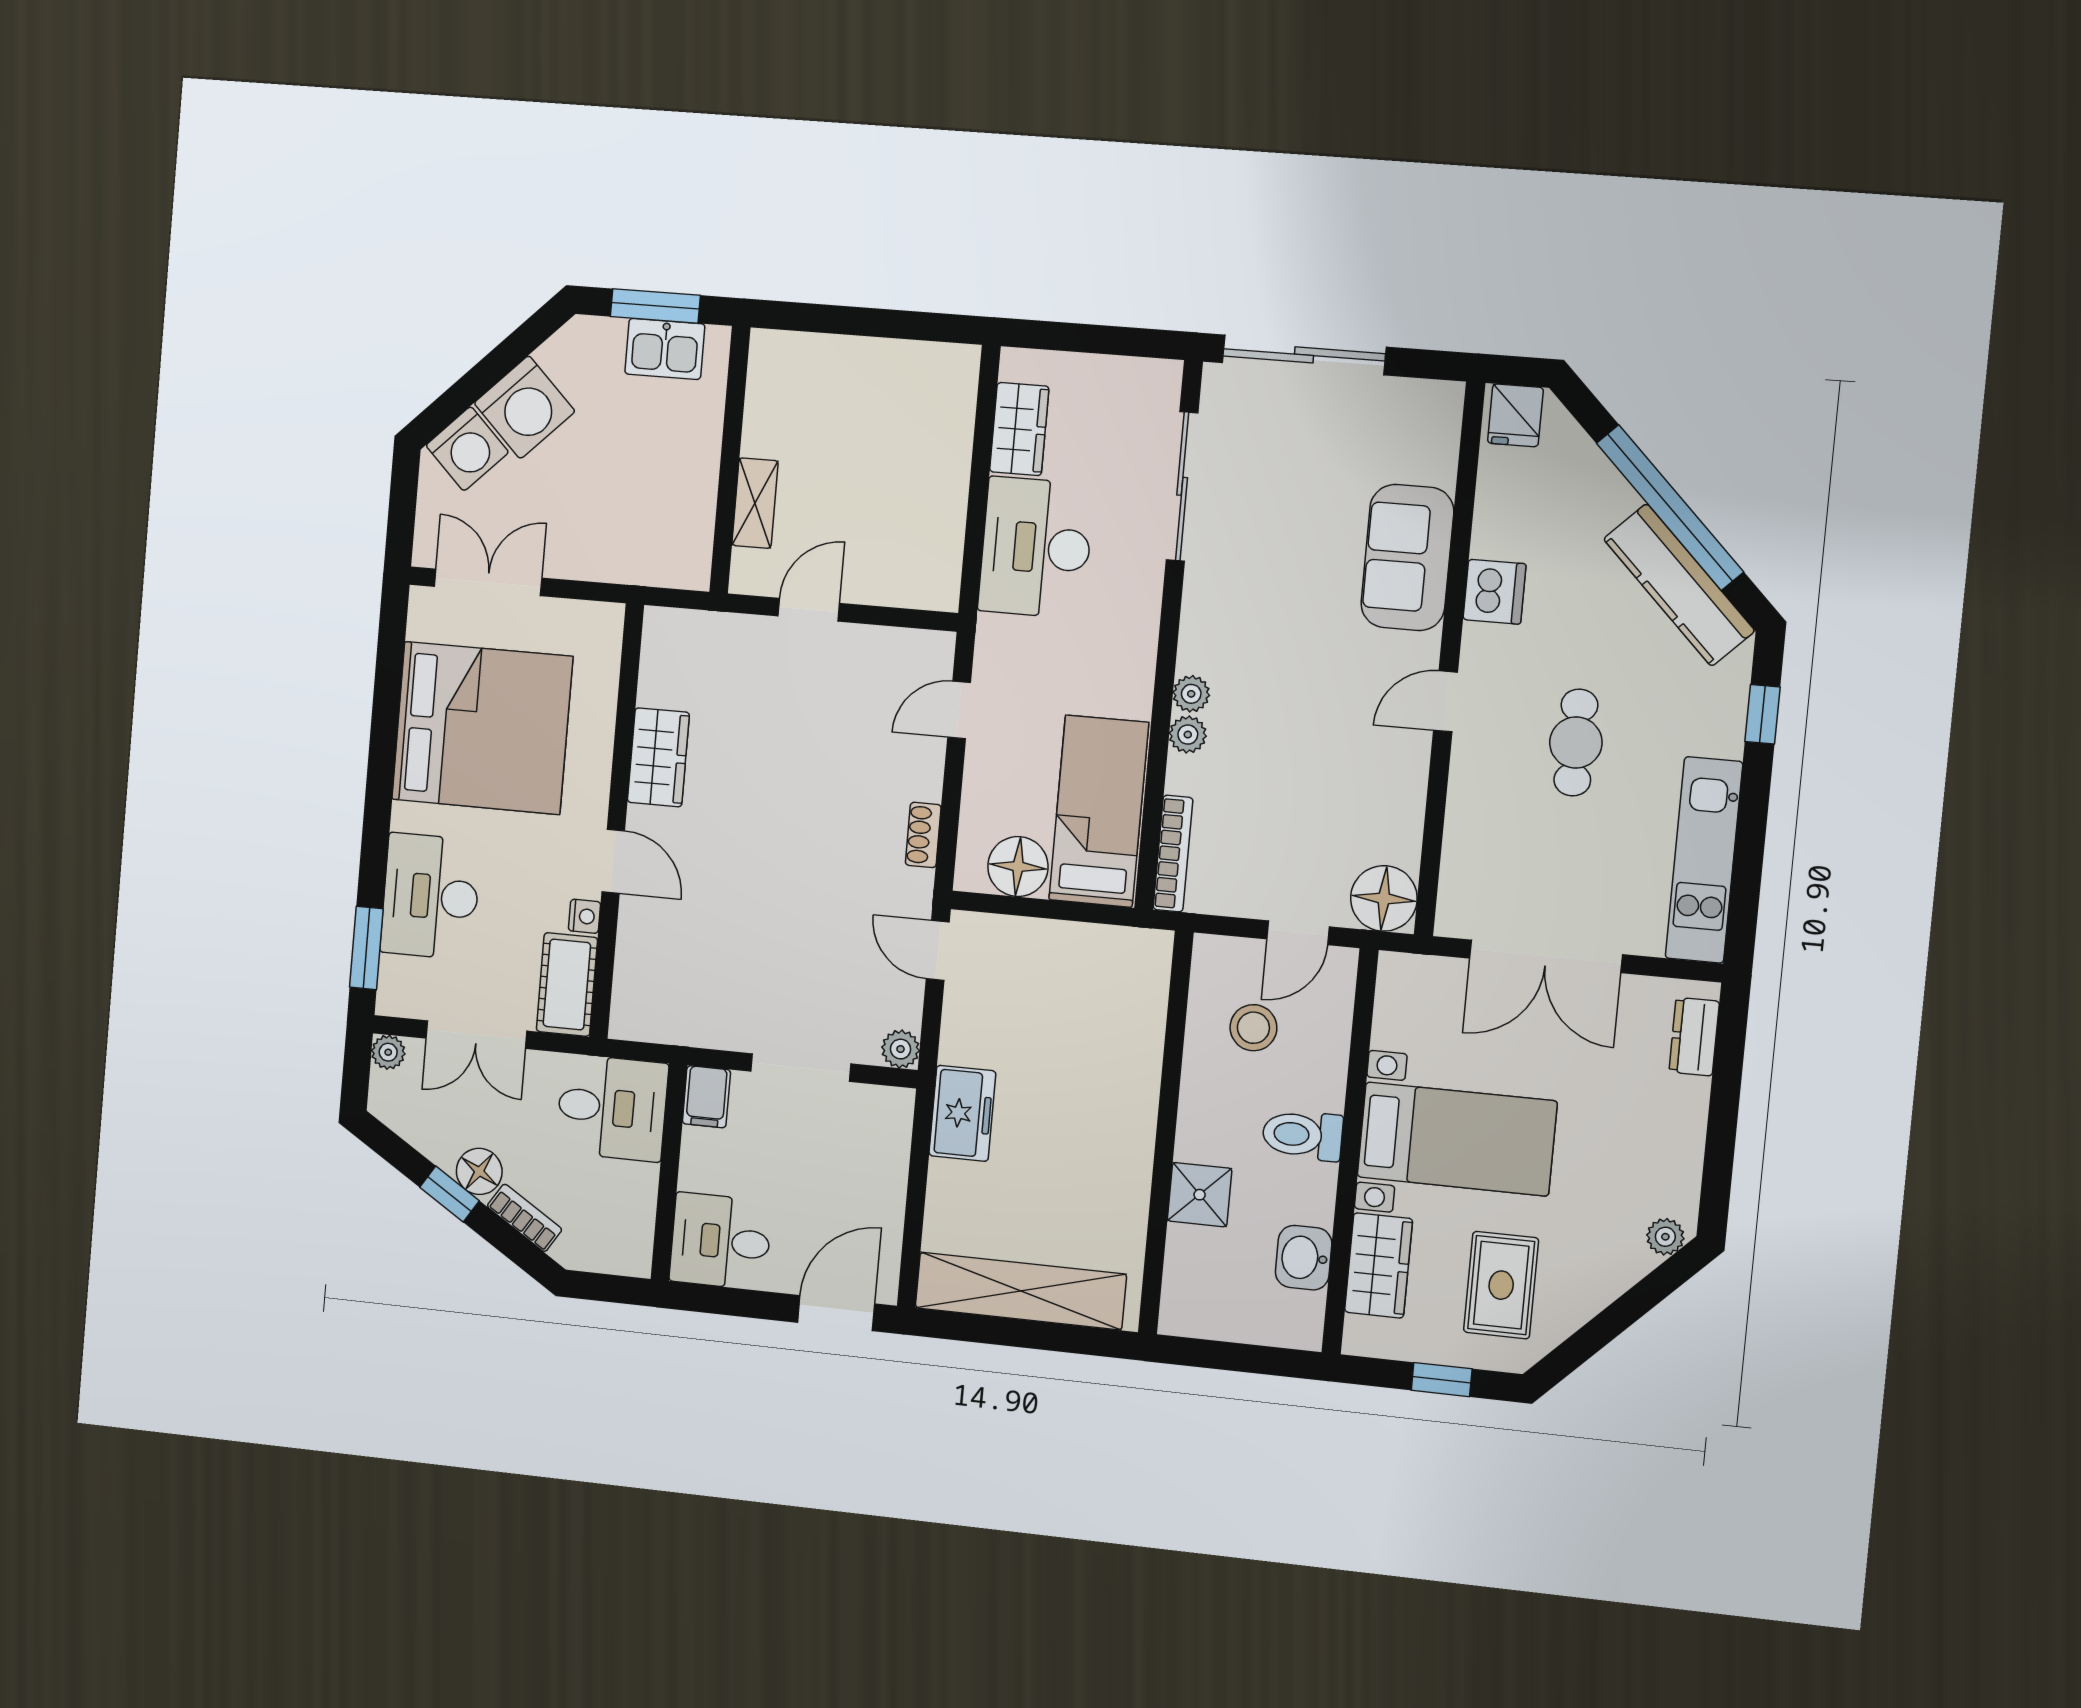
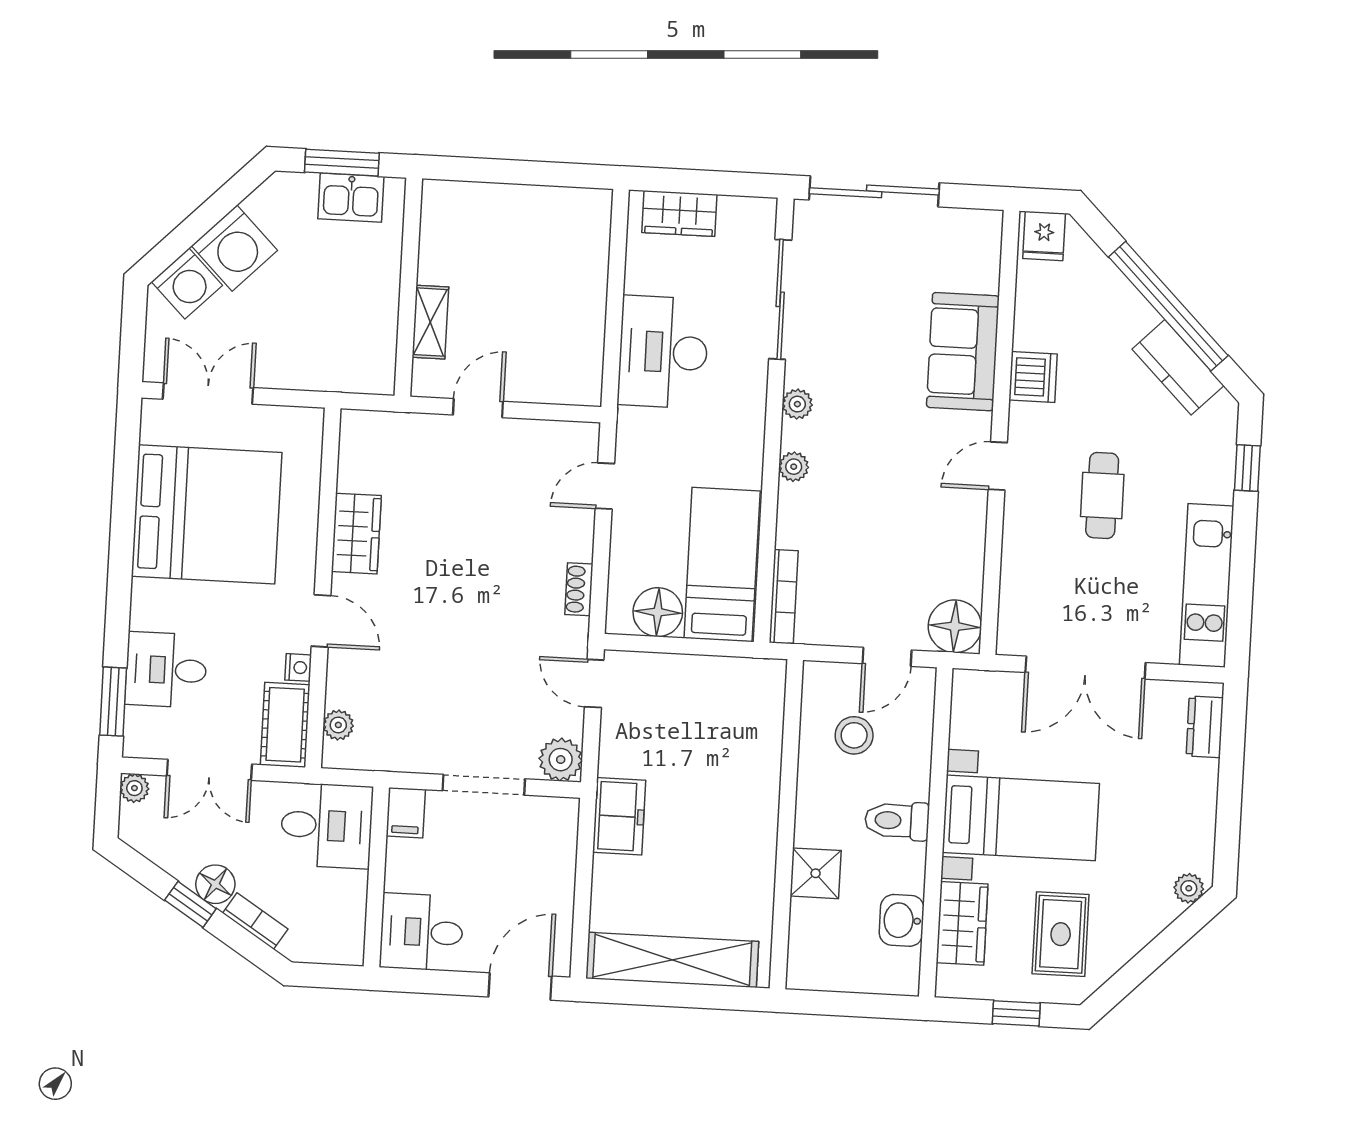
wardrobe: (1019, 429) -> (679, 214), moved, turned 90
kitchen counter: (1679, 585) -> (1178, 367), width x0.67
plant: (1188, 735) -> (797, 404), moved
desk: (431, 896) -> (166, 670), width x0.73
plant: (630, 987) -> (338, 725), added
plant: (901, 1049) -> (561, 760), width x1.38, depth x1.38

